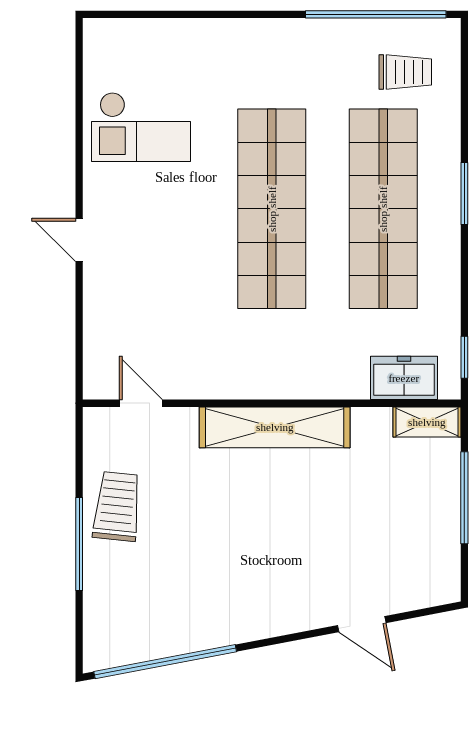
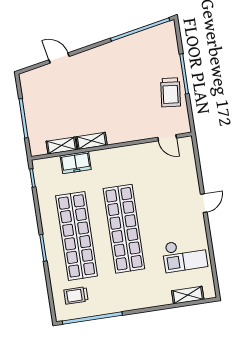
shelving: (148, 34) -> (188, 295), added
checkout: (141, 127) -> (185, 255), turned 180
door: (79, 240) -> (204, 203), hinge flipped
freezer: (404, 378) -> (76, 163), moved
shelving: (427, 422) -> (61, 145), moved
shelving: (275, 427) -> (92, 141), width x0.45, depth x0.75

